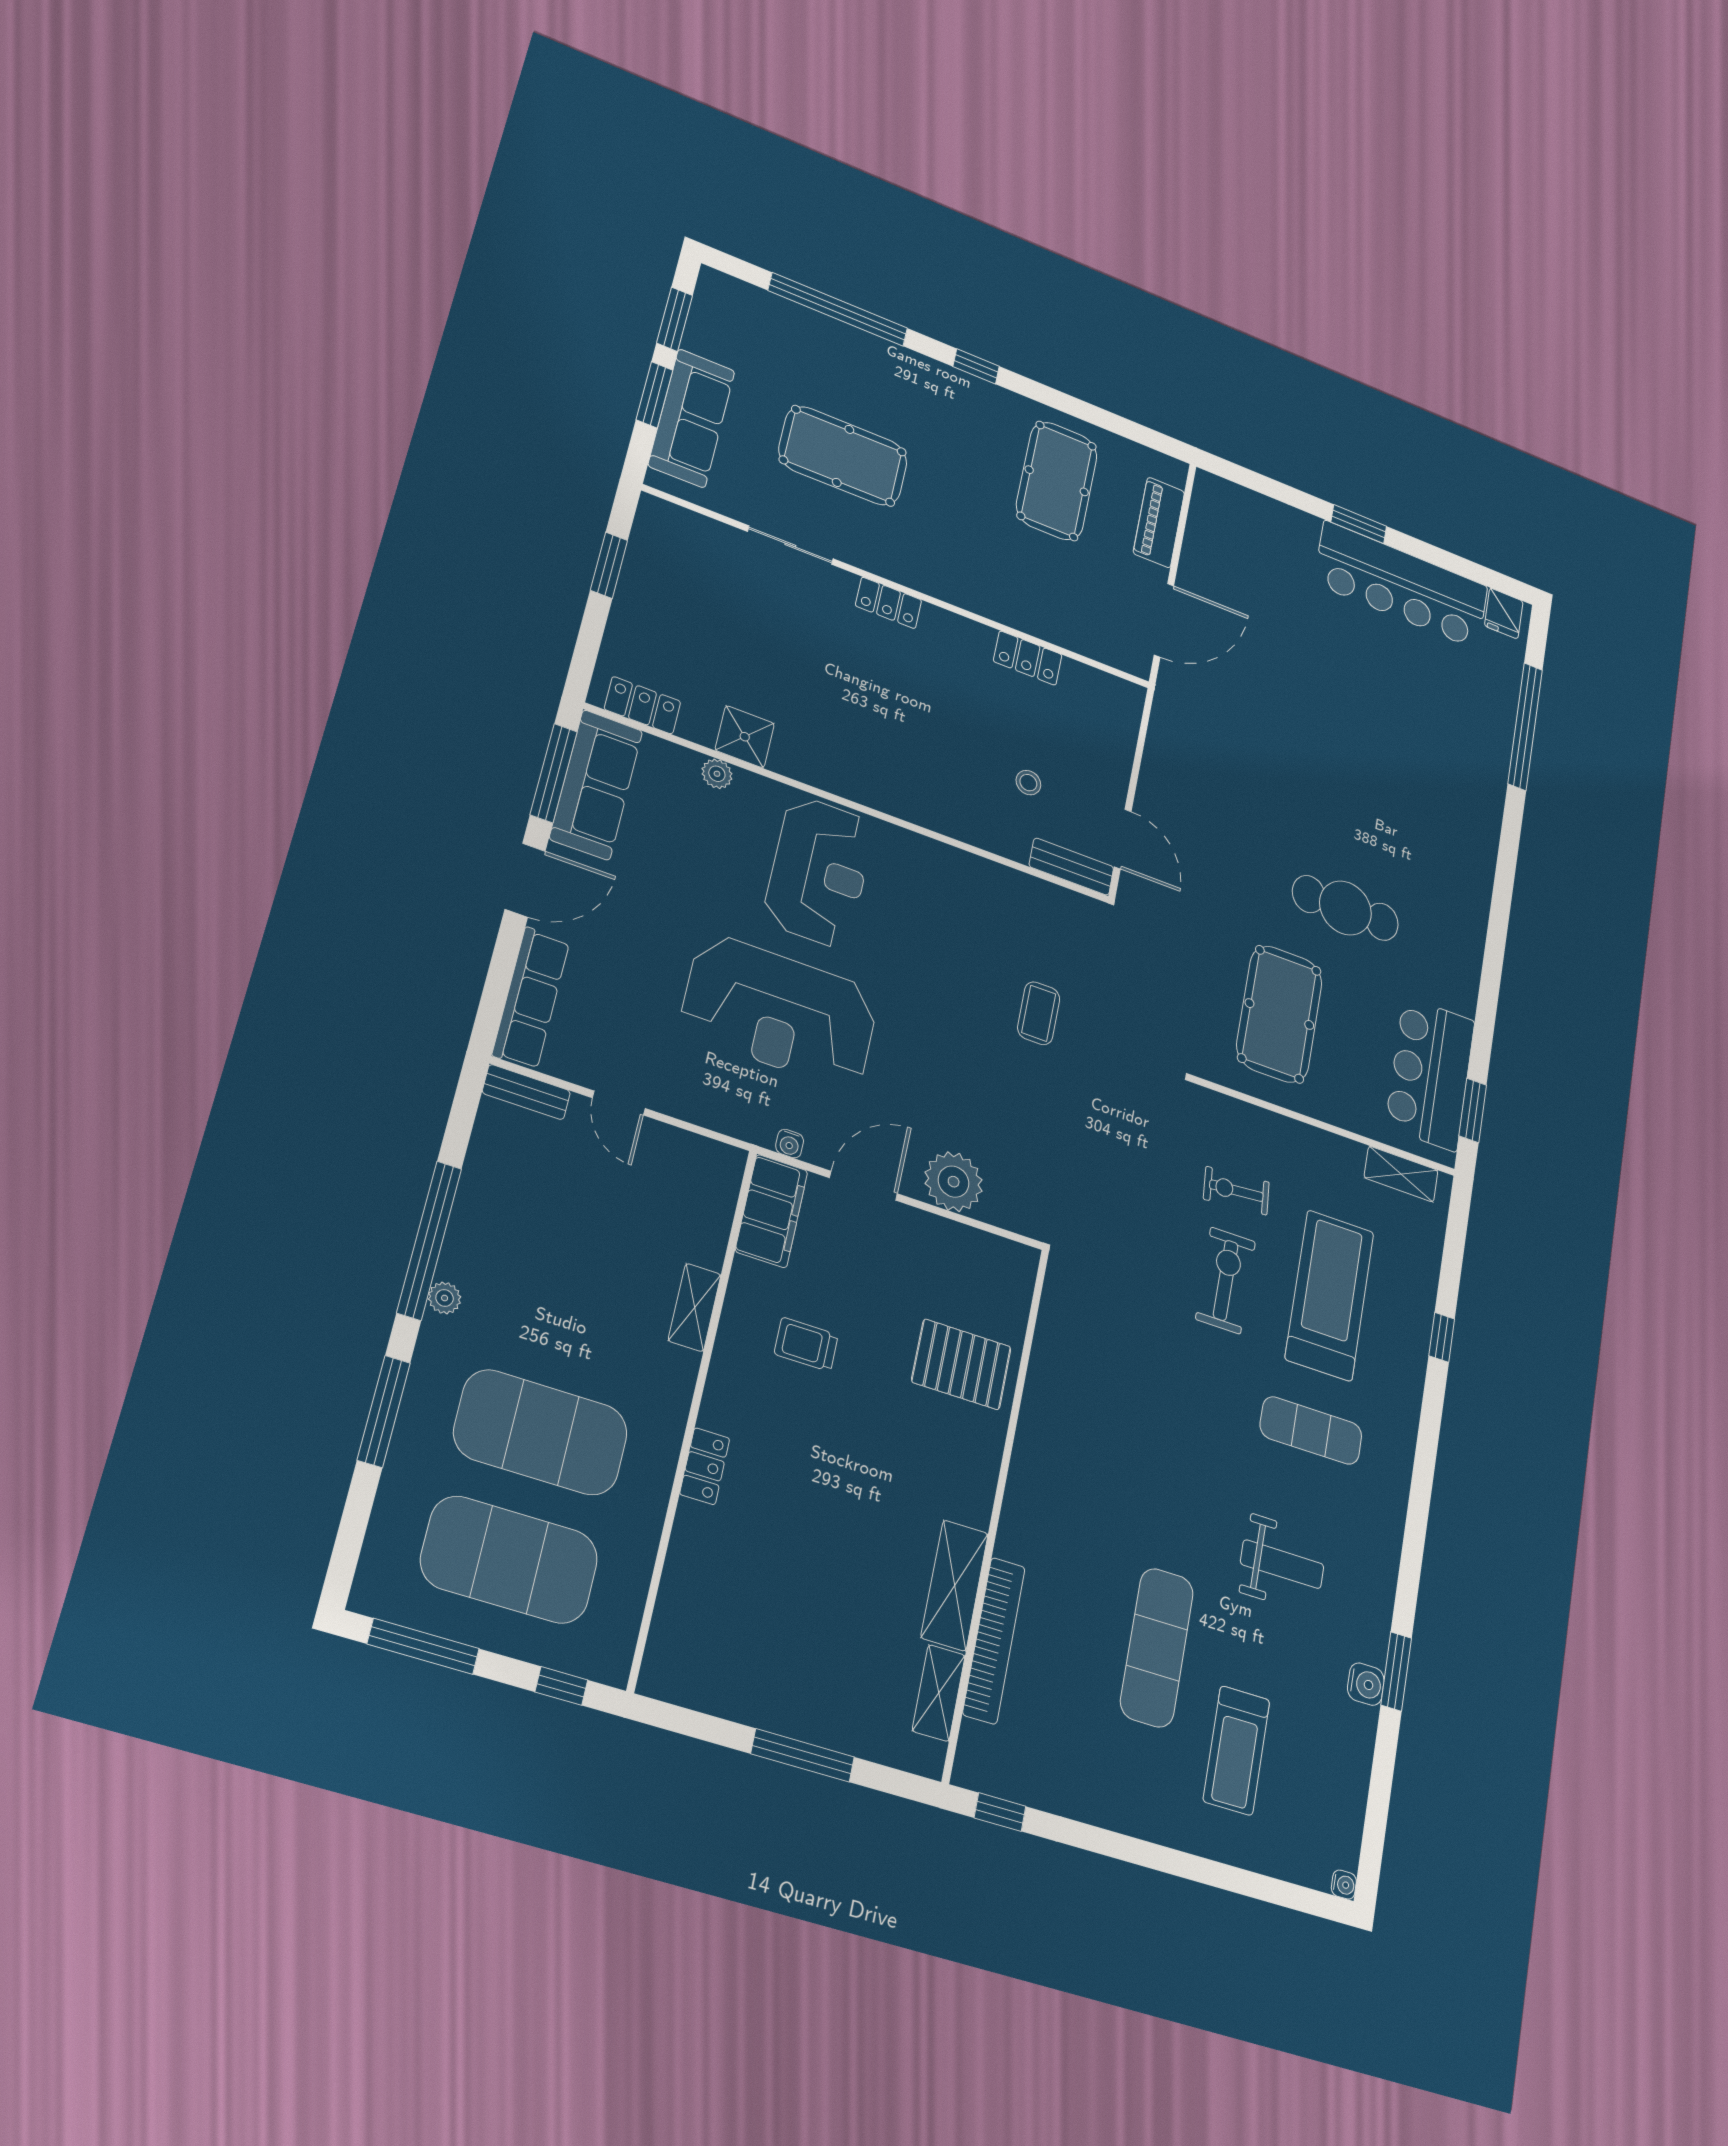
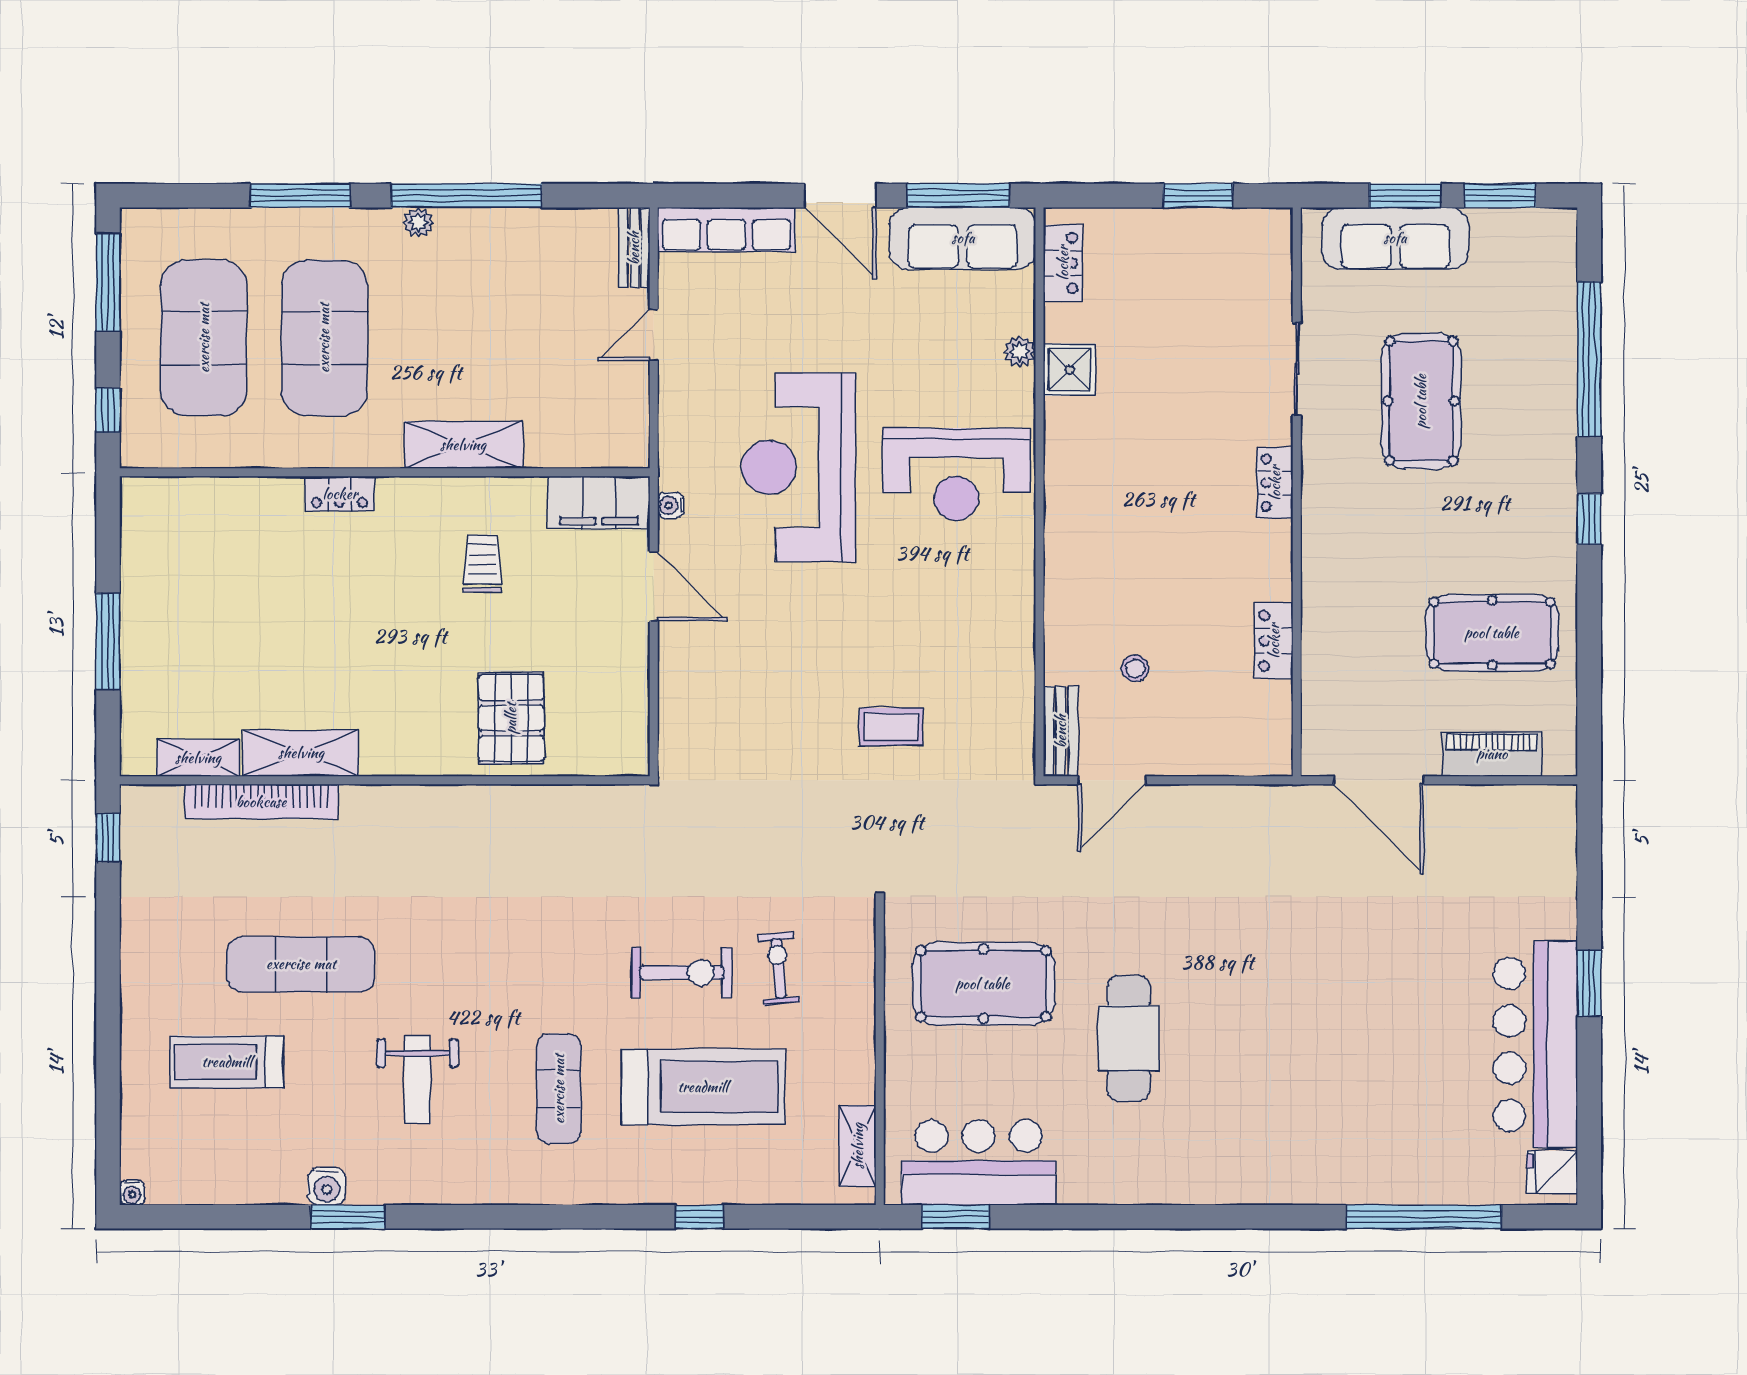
plant: (954, 1182) -> (688, 674), removed
shelving: (695, 1307) -> (463, 445), width x1.50, depth x1.33

